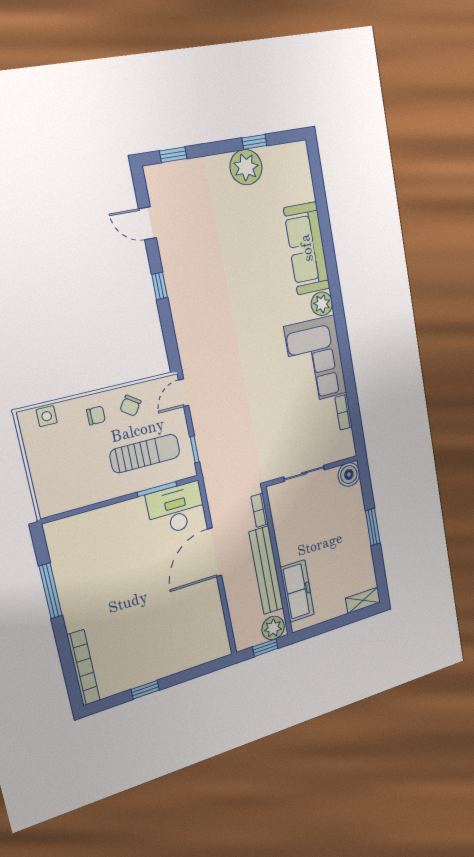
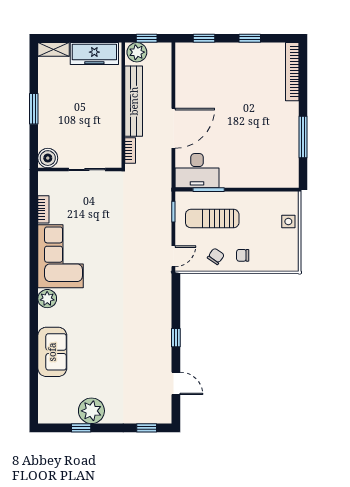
sofa: (307, 248) -> (52, 352), width x0.73
side table: (47, 416) -> (288, 221), moved
freezer: (297, 591) -> (94, 54), moved, turned -90
window: (200, 671) -> (204, 38), added

